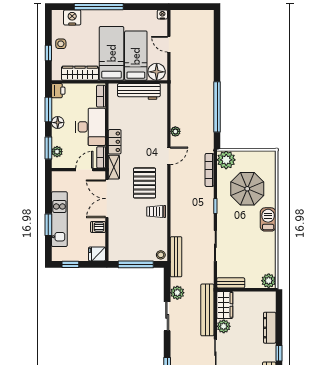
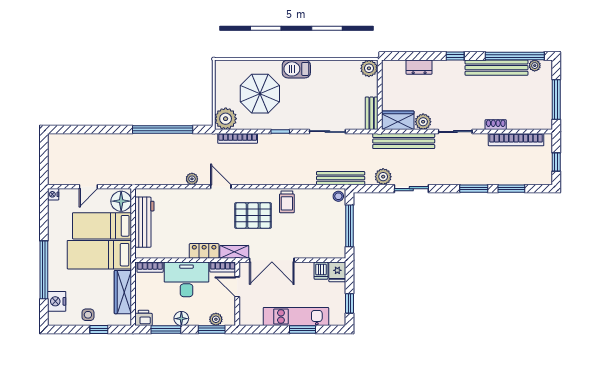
dishwasher: (98, 227) -> (321, 271), moved
dresser: (270, 328) -> (419, 67), width x0.70

